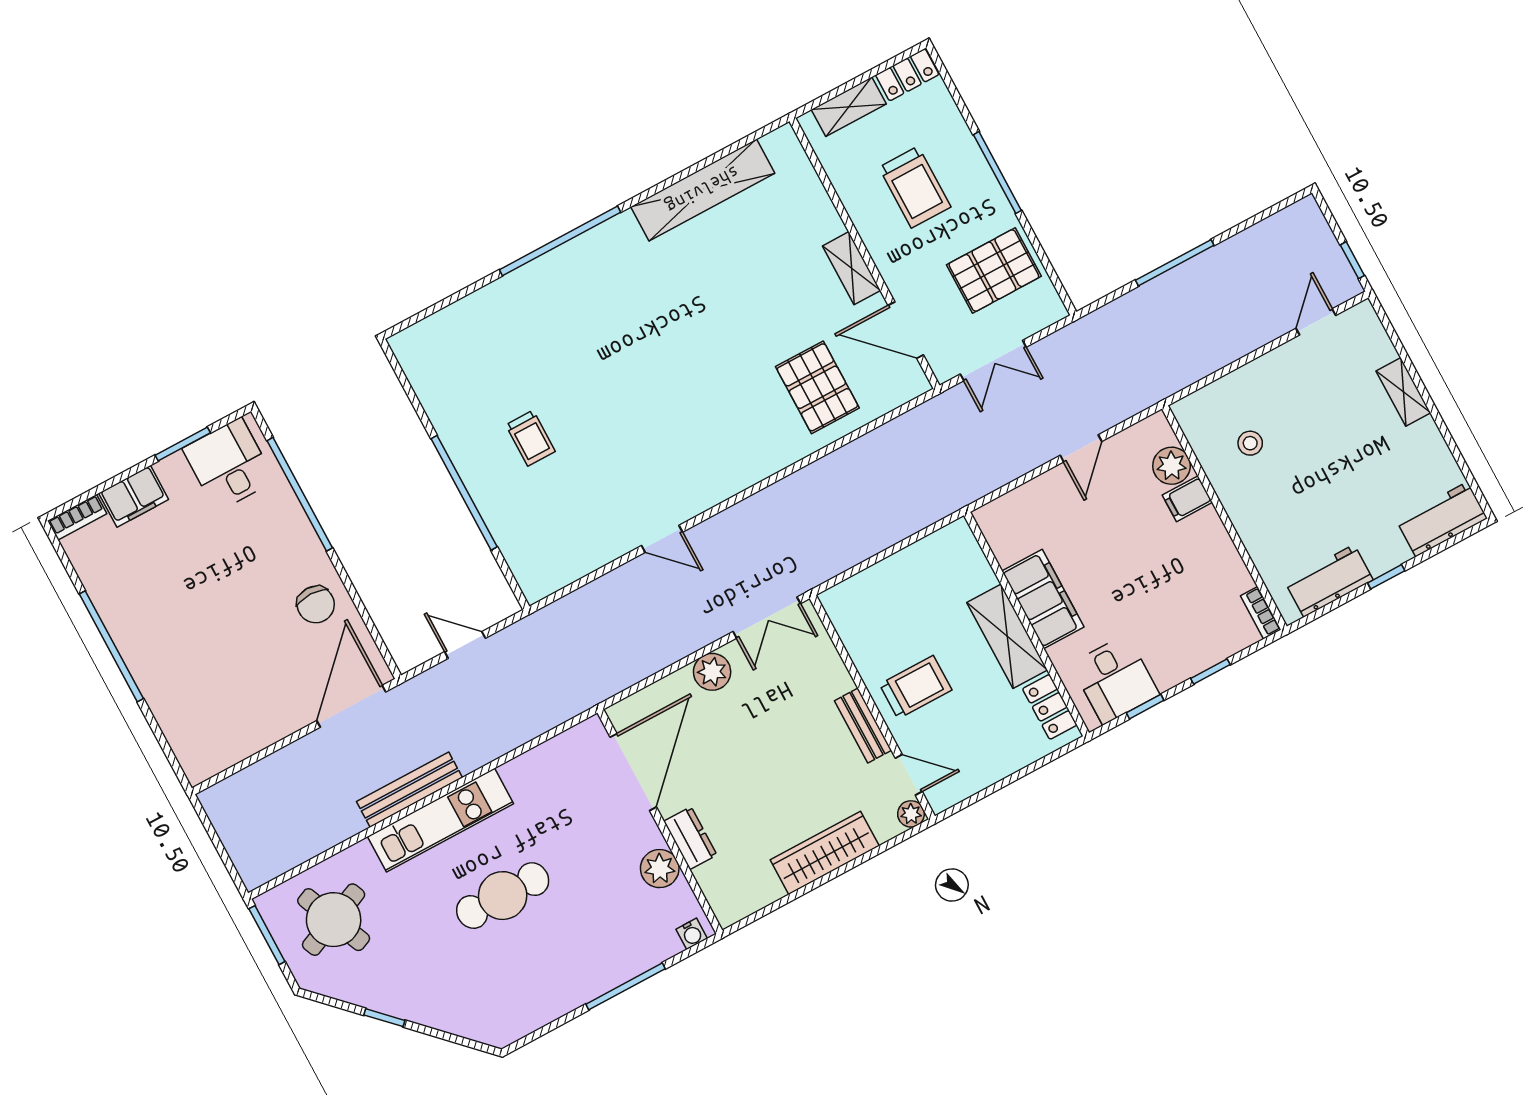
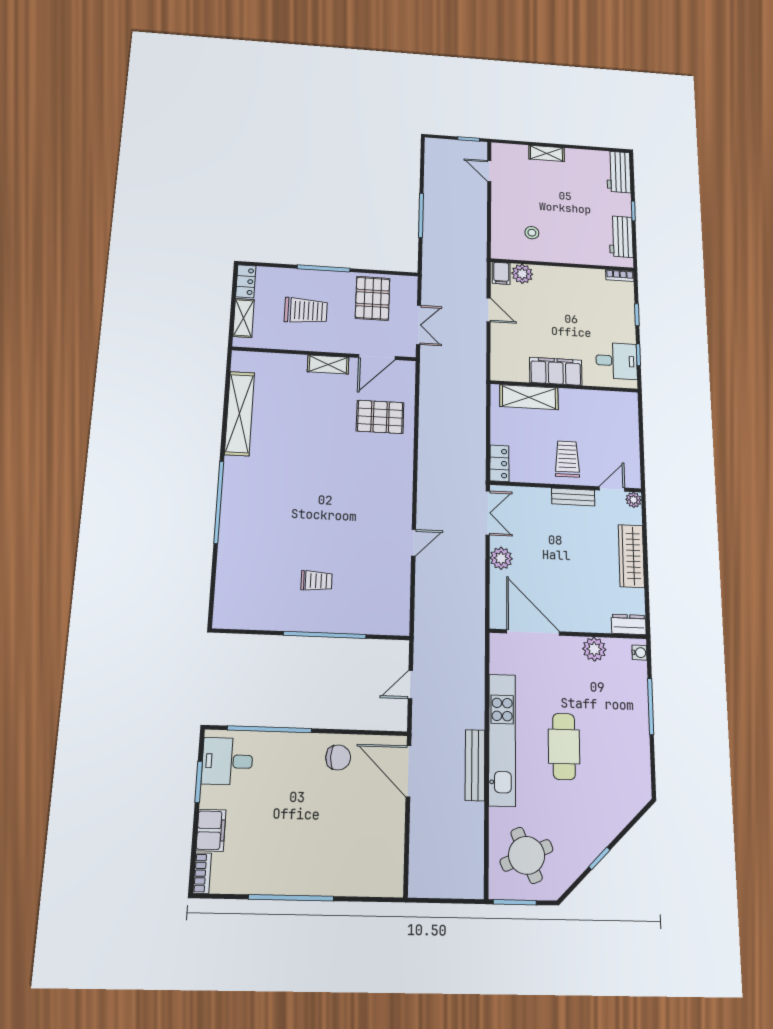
filing cabinet: (1187, 499) -> (501, 273), moved
shelving: (1007, 636) -> (529, 397), moved
locker: (1050, 707) -> (499, 463), moved, turned -90
kitchen unit: (441, 820) -> (502, 740), width x1.36
dresser: (690, 838) -> (629, 624), moved

